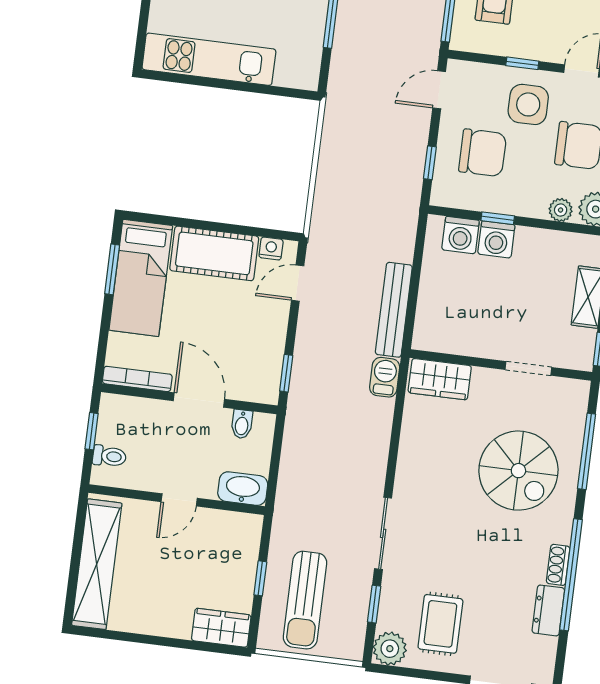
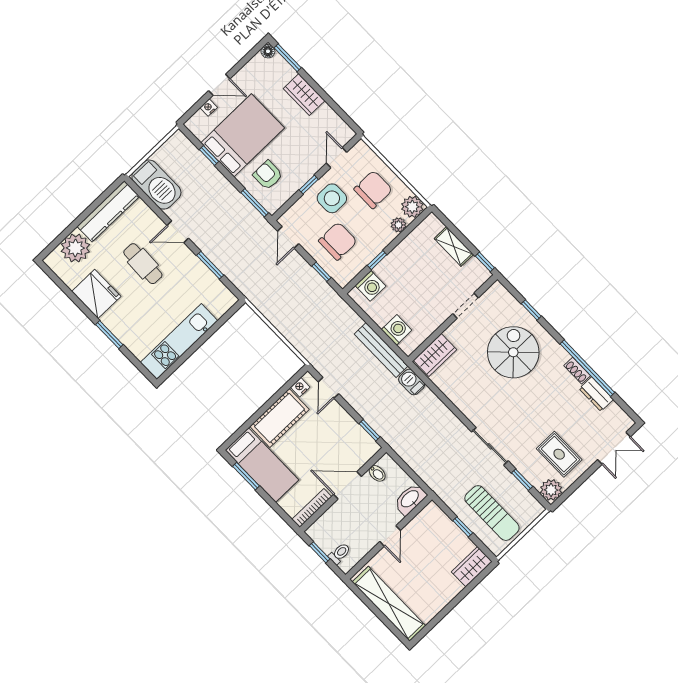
washing machine: (496, 239) -> (397, 330), moved, turned -90
window: (587, 451) -> (531, 310), width x0.46
spiral stairs: (518, 471) -> (513, 352), turned -90

